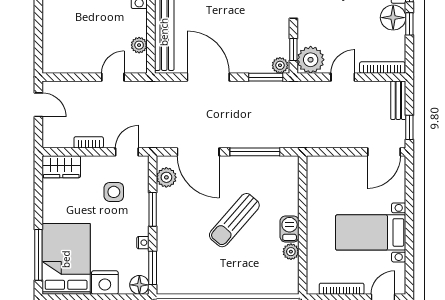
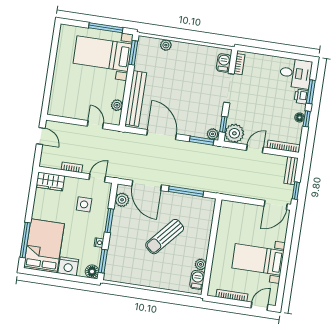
floor lamp: (393, 18) -> (300, 117), width x0.53, depth x0.53
door: (113, 77) -> (95, 125), hinge flipped
barbecue: (290, 229) -> (197, 280), moved

